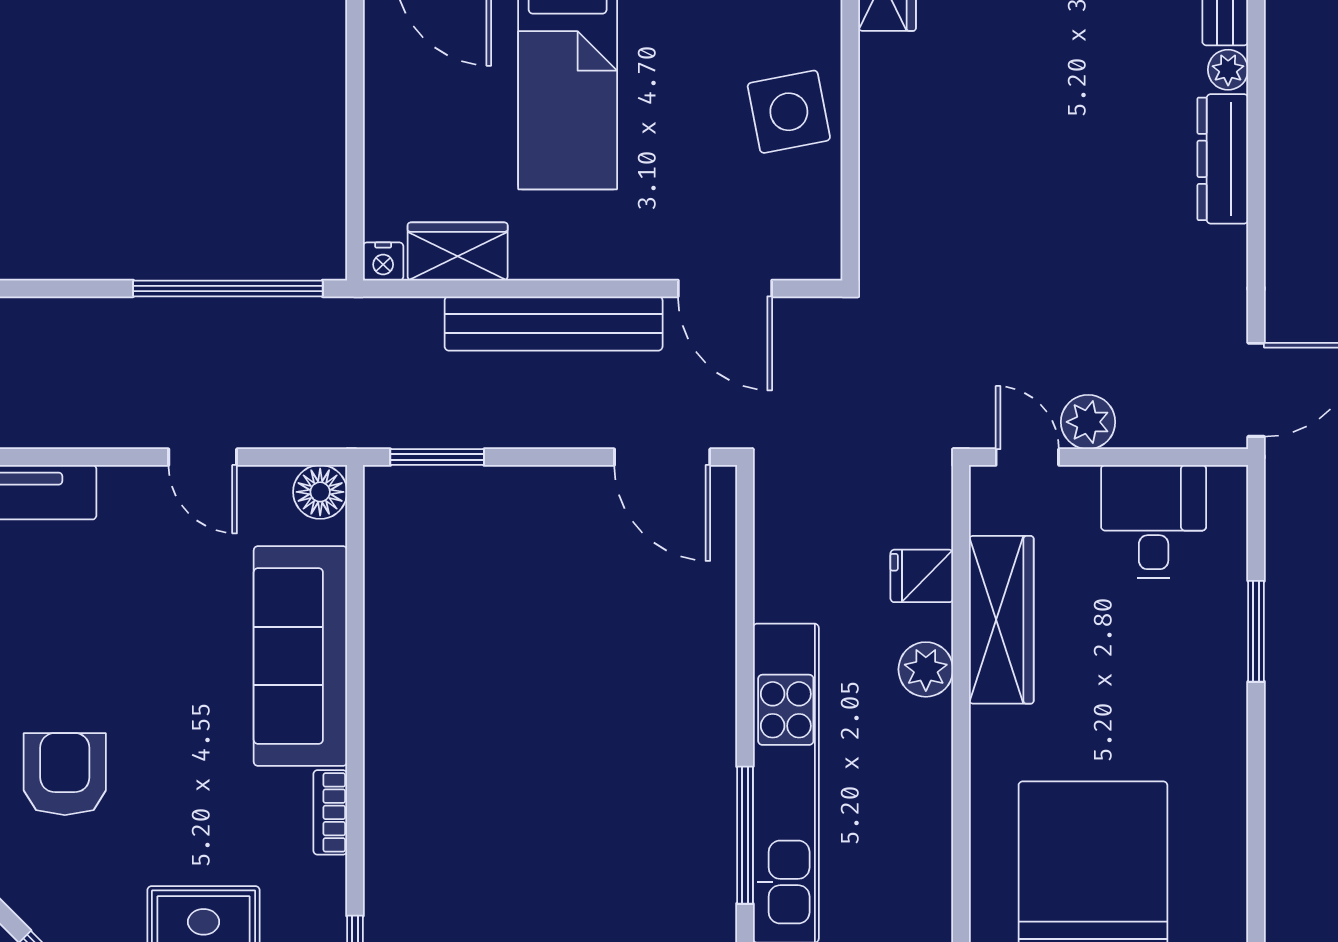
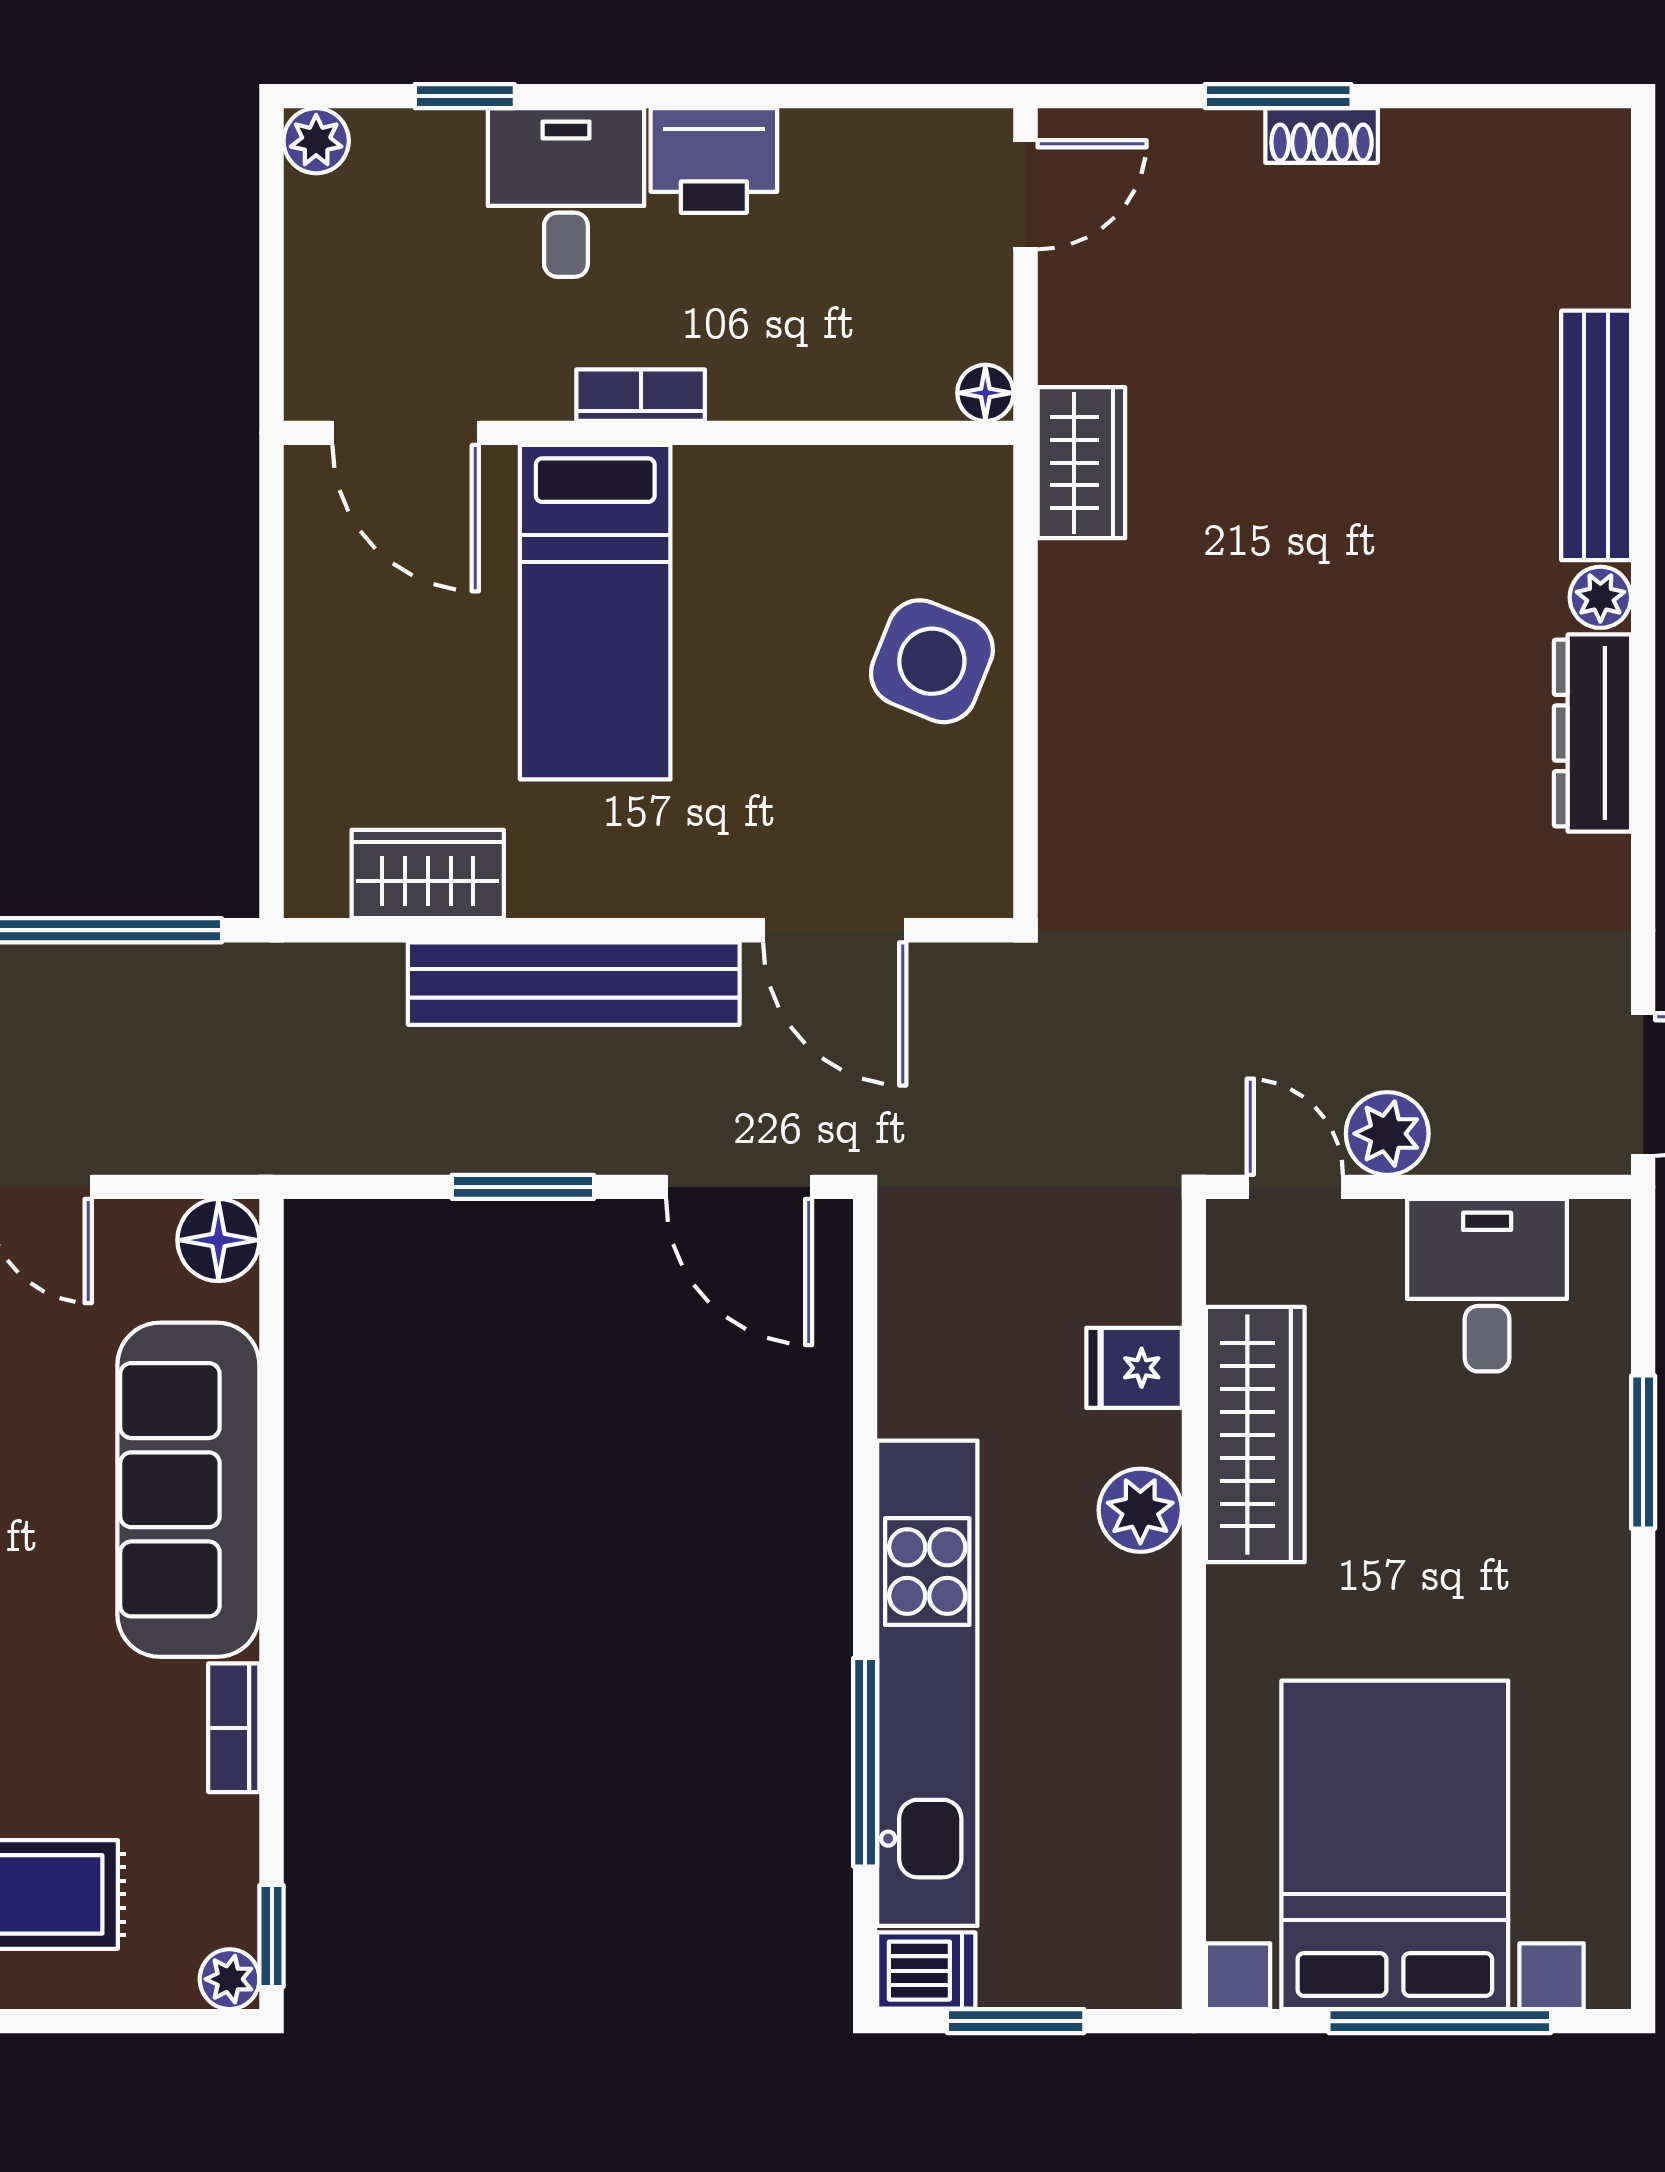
side table: (789, 112) -> (932, 661), turned 33
nightstand: (383, 261) -> (314, 889), removed
window: (437, 457) -> (523, 1187), moved

